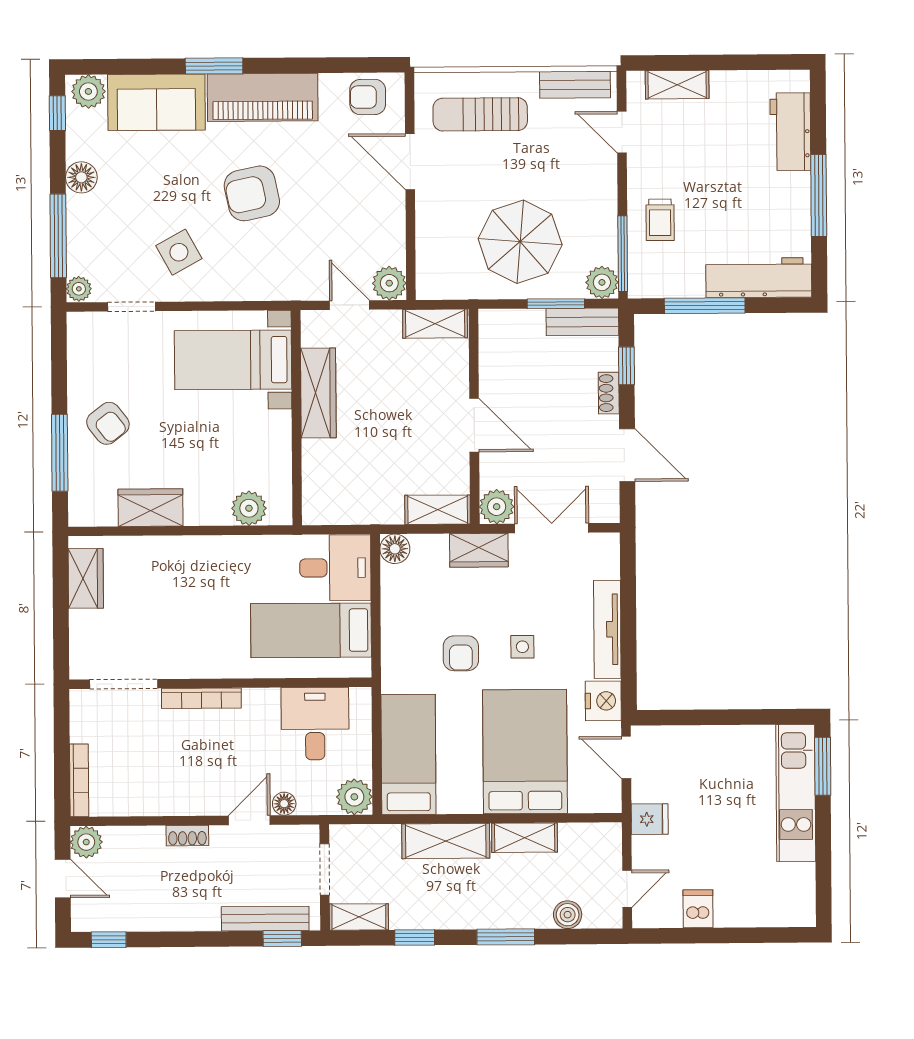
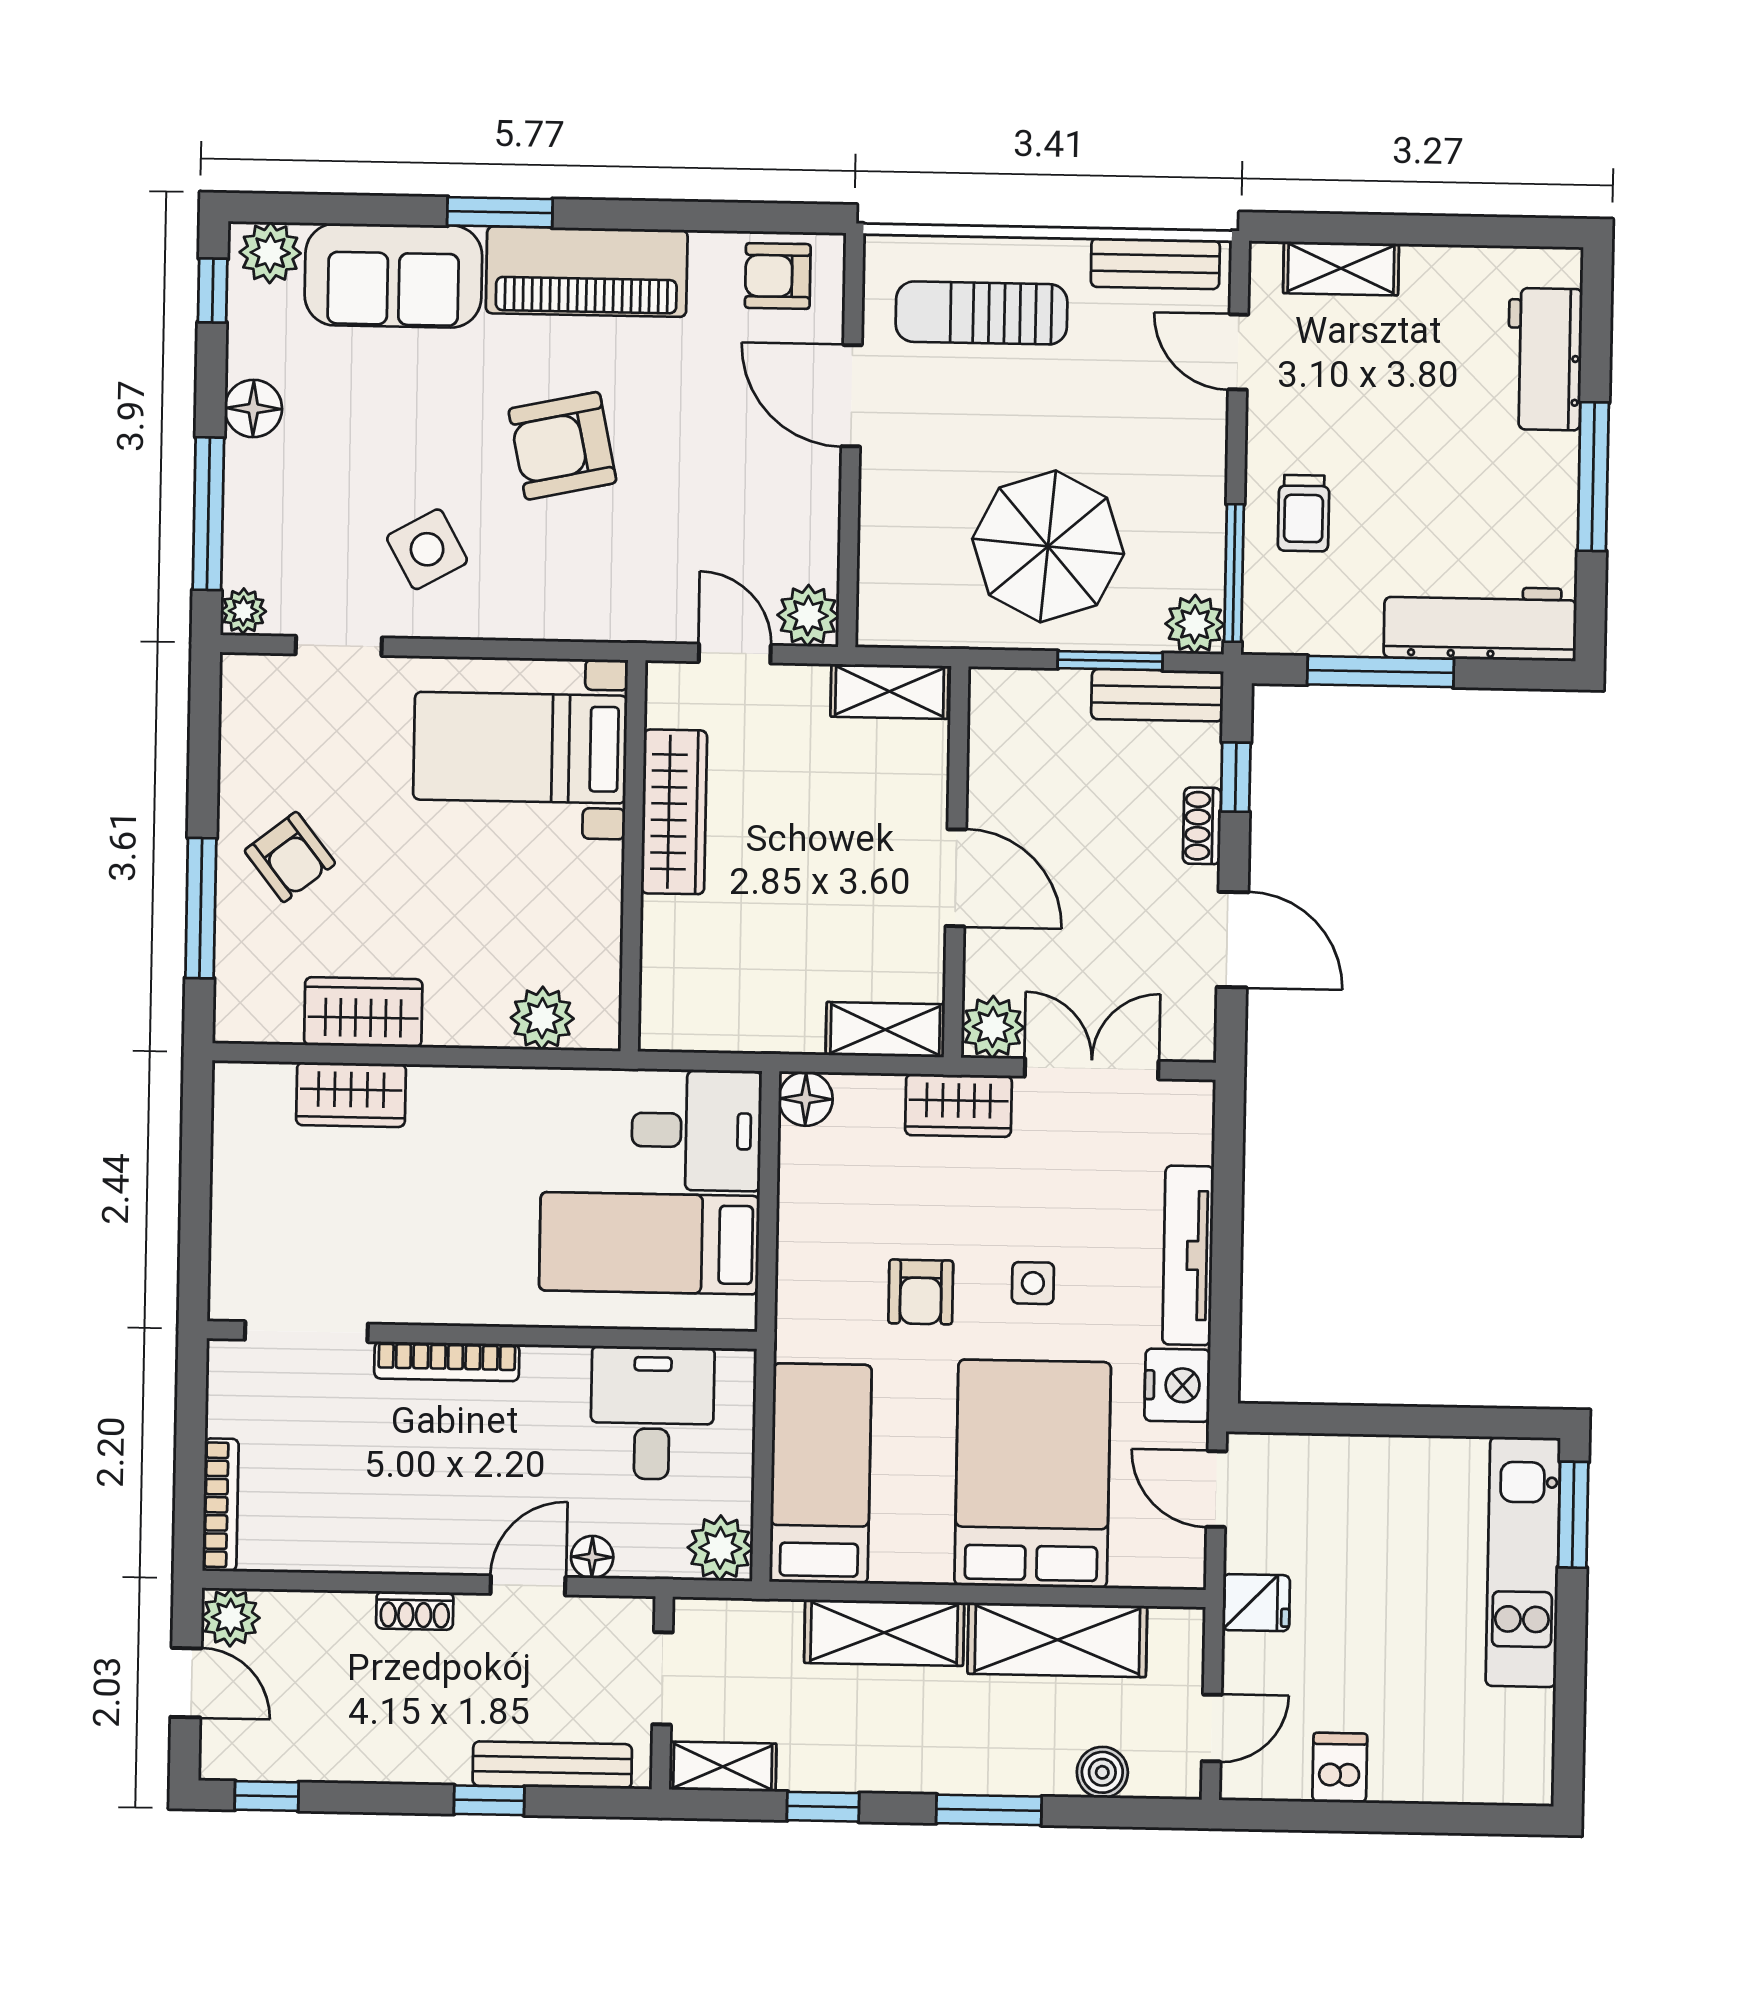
wardrobe: (86, 578) -> (351, 1095), moved, turned 90
shelving: (525, 838) -> (1057, 1640), width x1.50, depth x1.33
window: (282, 938) -> (489, 1800), moved

